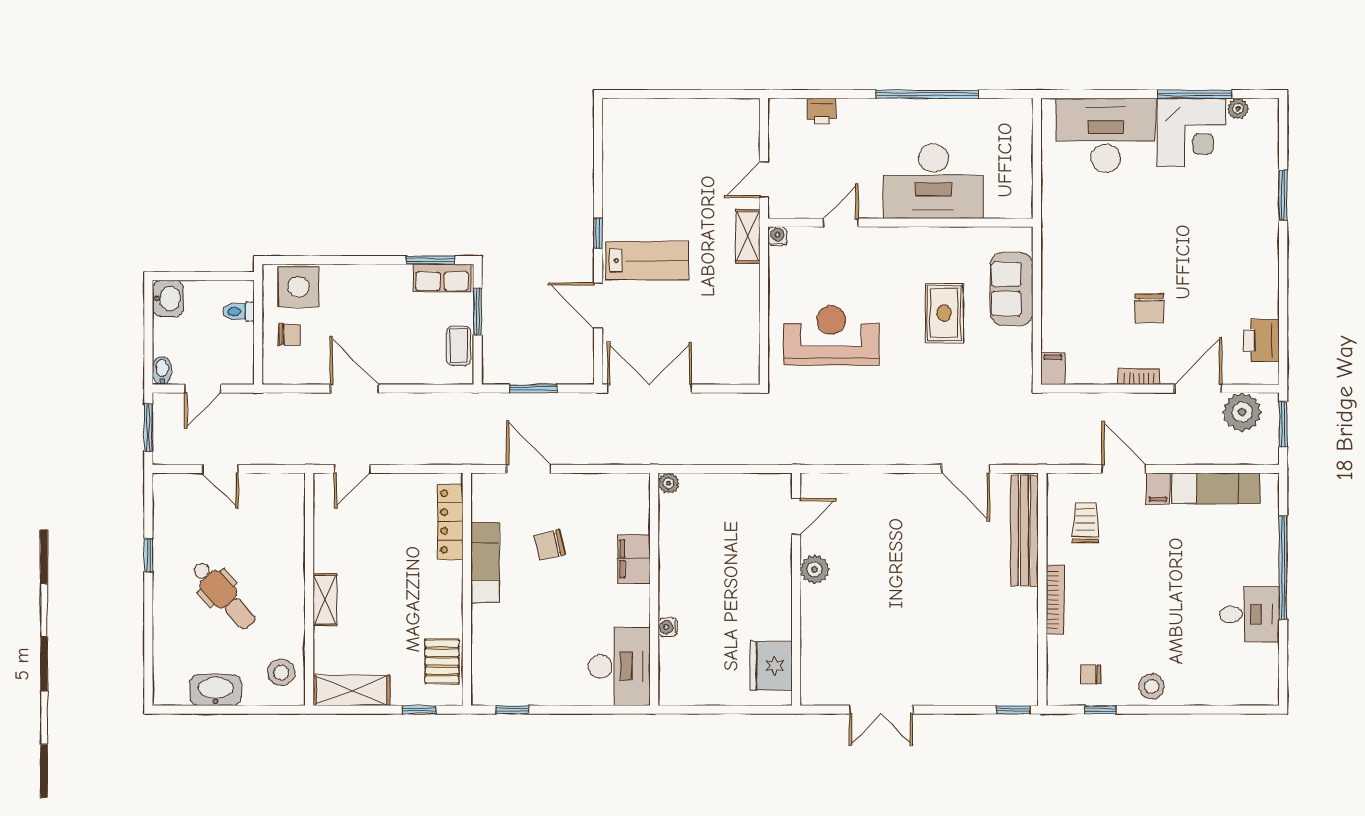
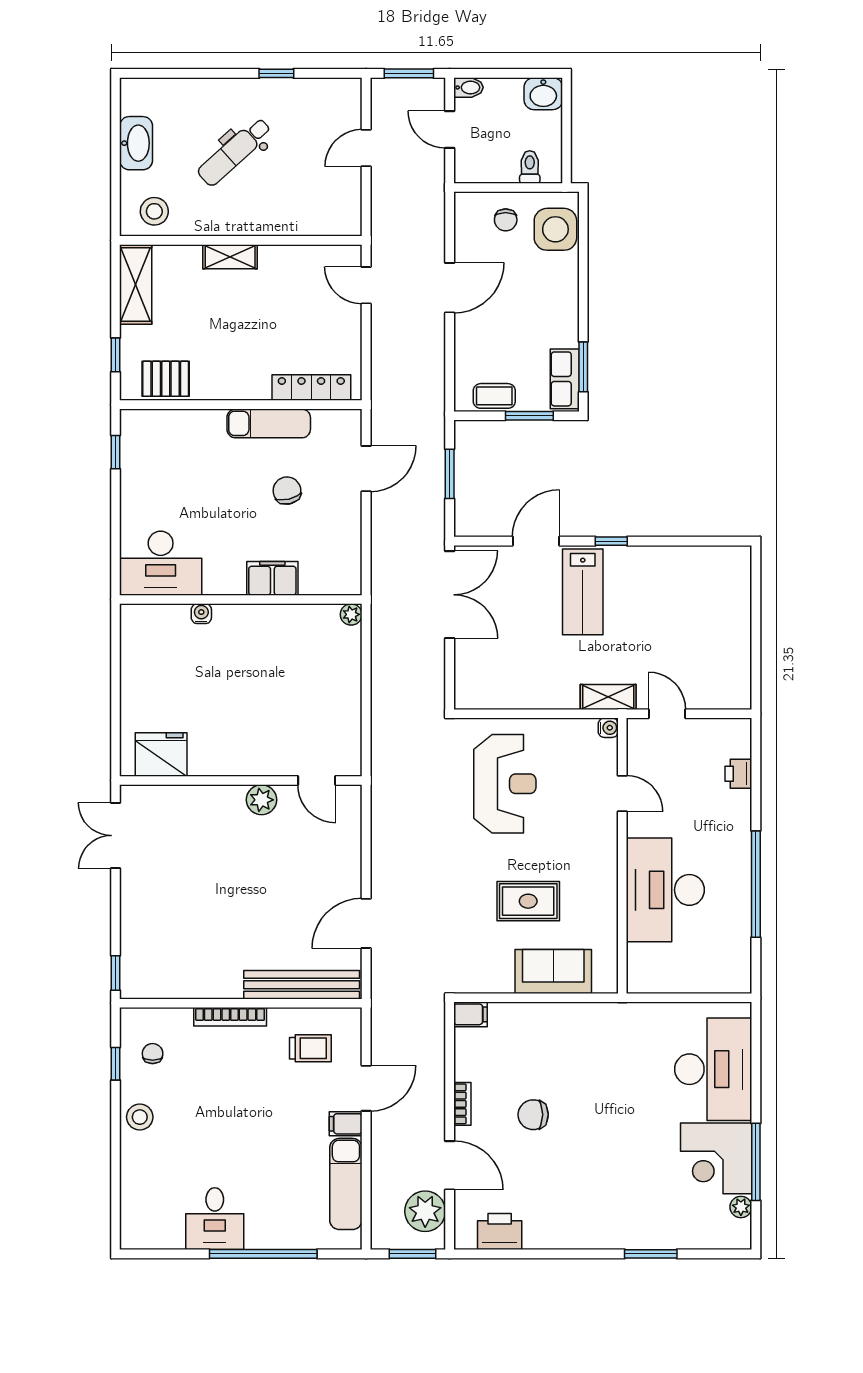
door: (796, 516) -> (317, 781), moved
plant: (815, 569) -> (261, 800), moved
wall: (796, 589) -> (241, 781), moved
fridge: (771, 666) -> (161, 755), moved

